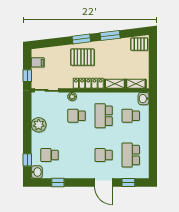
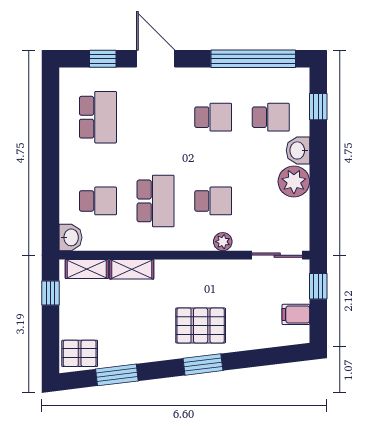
window: (110, 35) -> (117, 375), moved
window: (153, 72) -> (51, 293), added
locker: (88, 83) -> (188, 270), removed
school desk: (104, 155) -> (213, 117), moved
washbasin: (37, 172) -> (298, 150), moved
window: (58, 182) -> (253, 59), width x3.17

